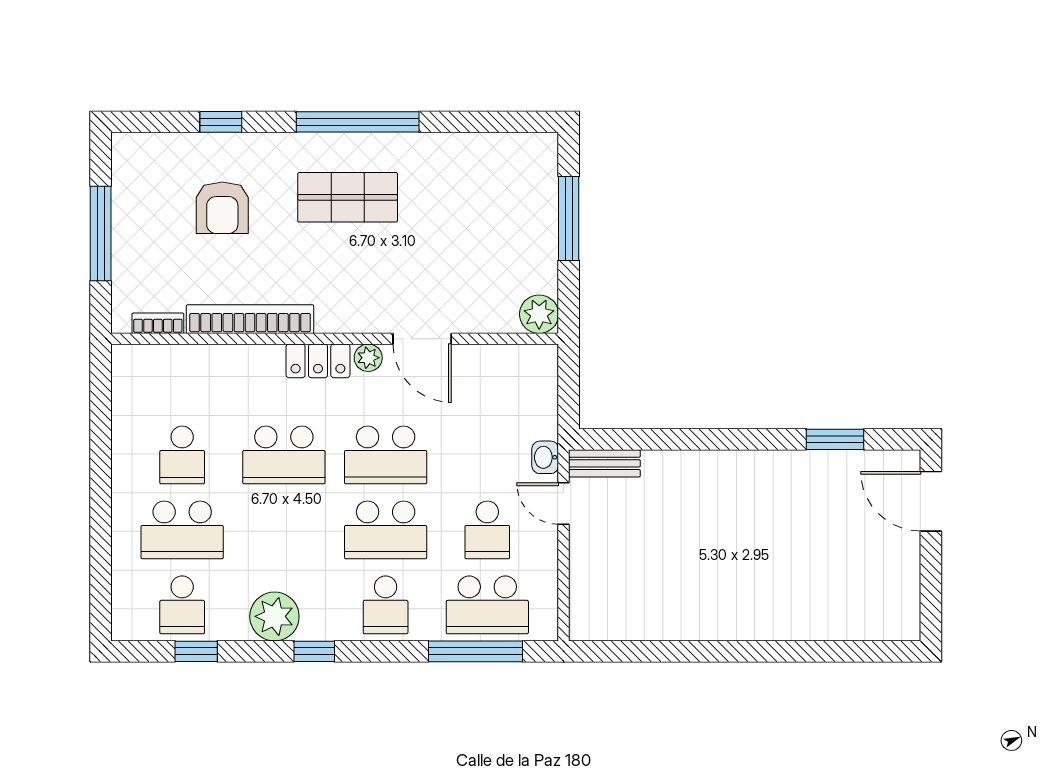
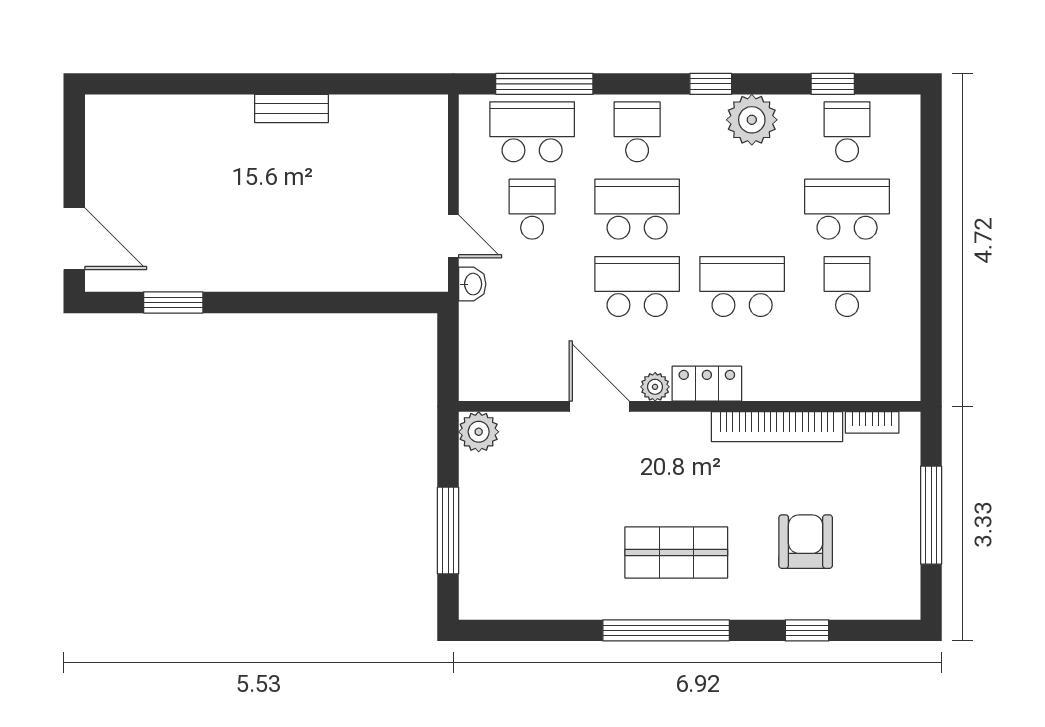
bench: (604, 463) -> (291, 109), moved

